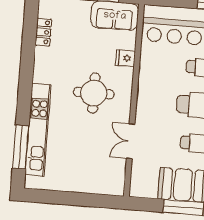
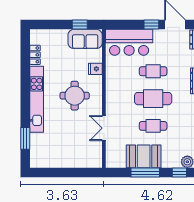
kitchen unit: (38, 130) -> (37, 99), moved
window: (21, 147) -> (25, 138), width x0.69

